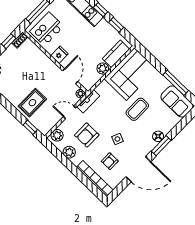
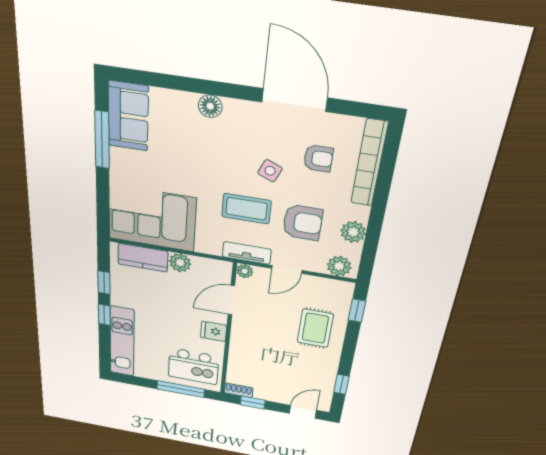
rug: (32, 103) -> (315, 328), turned 90
coffee table: (137, 109) -> (246, 209), moved
door: (70, 112) -> (287, 269), hinge flipped
window: (161, 146) -> (221, 89), removed

